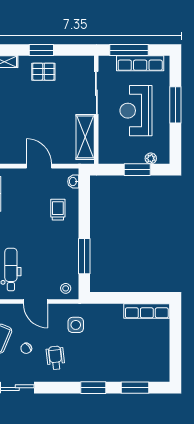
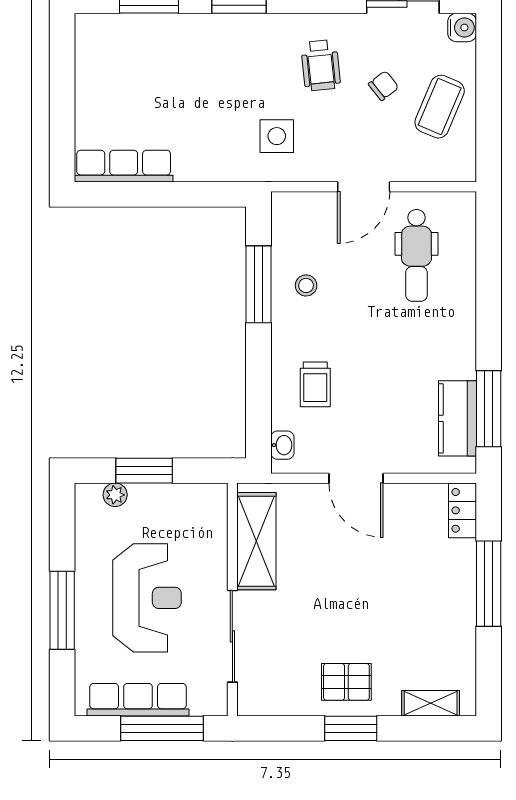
stool: (66, 288) -> (306, 285), moved
door: (35, 301) -> (364, 187), swing flipped

